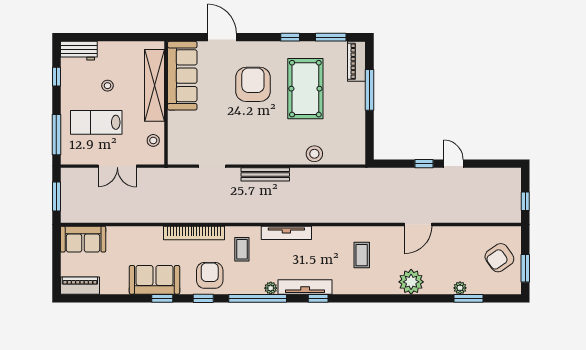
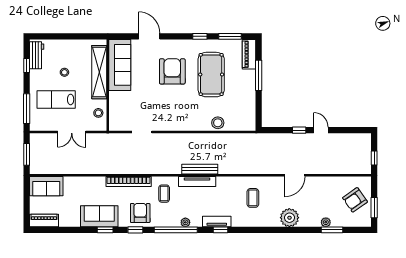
workbench: (79, 51) -> (37, 55), moved, turned -90
bench: (265, 174) -> (200, 169), moved
tv unit: (305, 287) -> (217, 222), width x0.71

